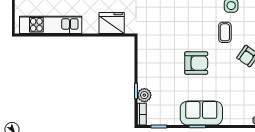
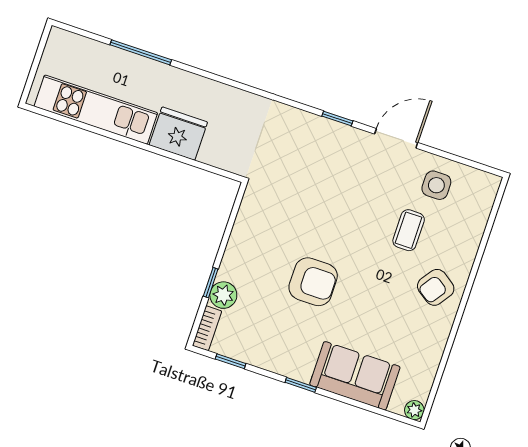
fridge: (112, 23) -> (178, 134), moved
armchair: (196, 63) -> (313, 282), moved
sofa: (201, 113) -> (355, 376), moved

